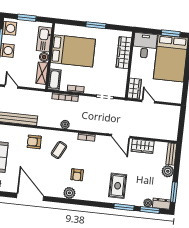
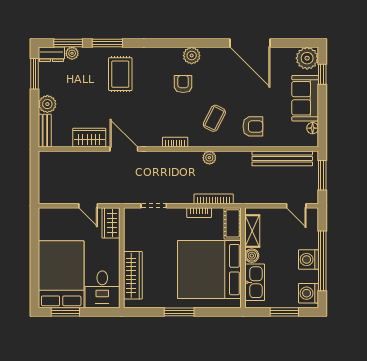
bed: (73, 51) -> (209, 270), width x1.36

